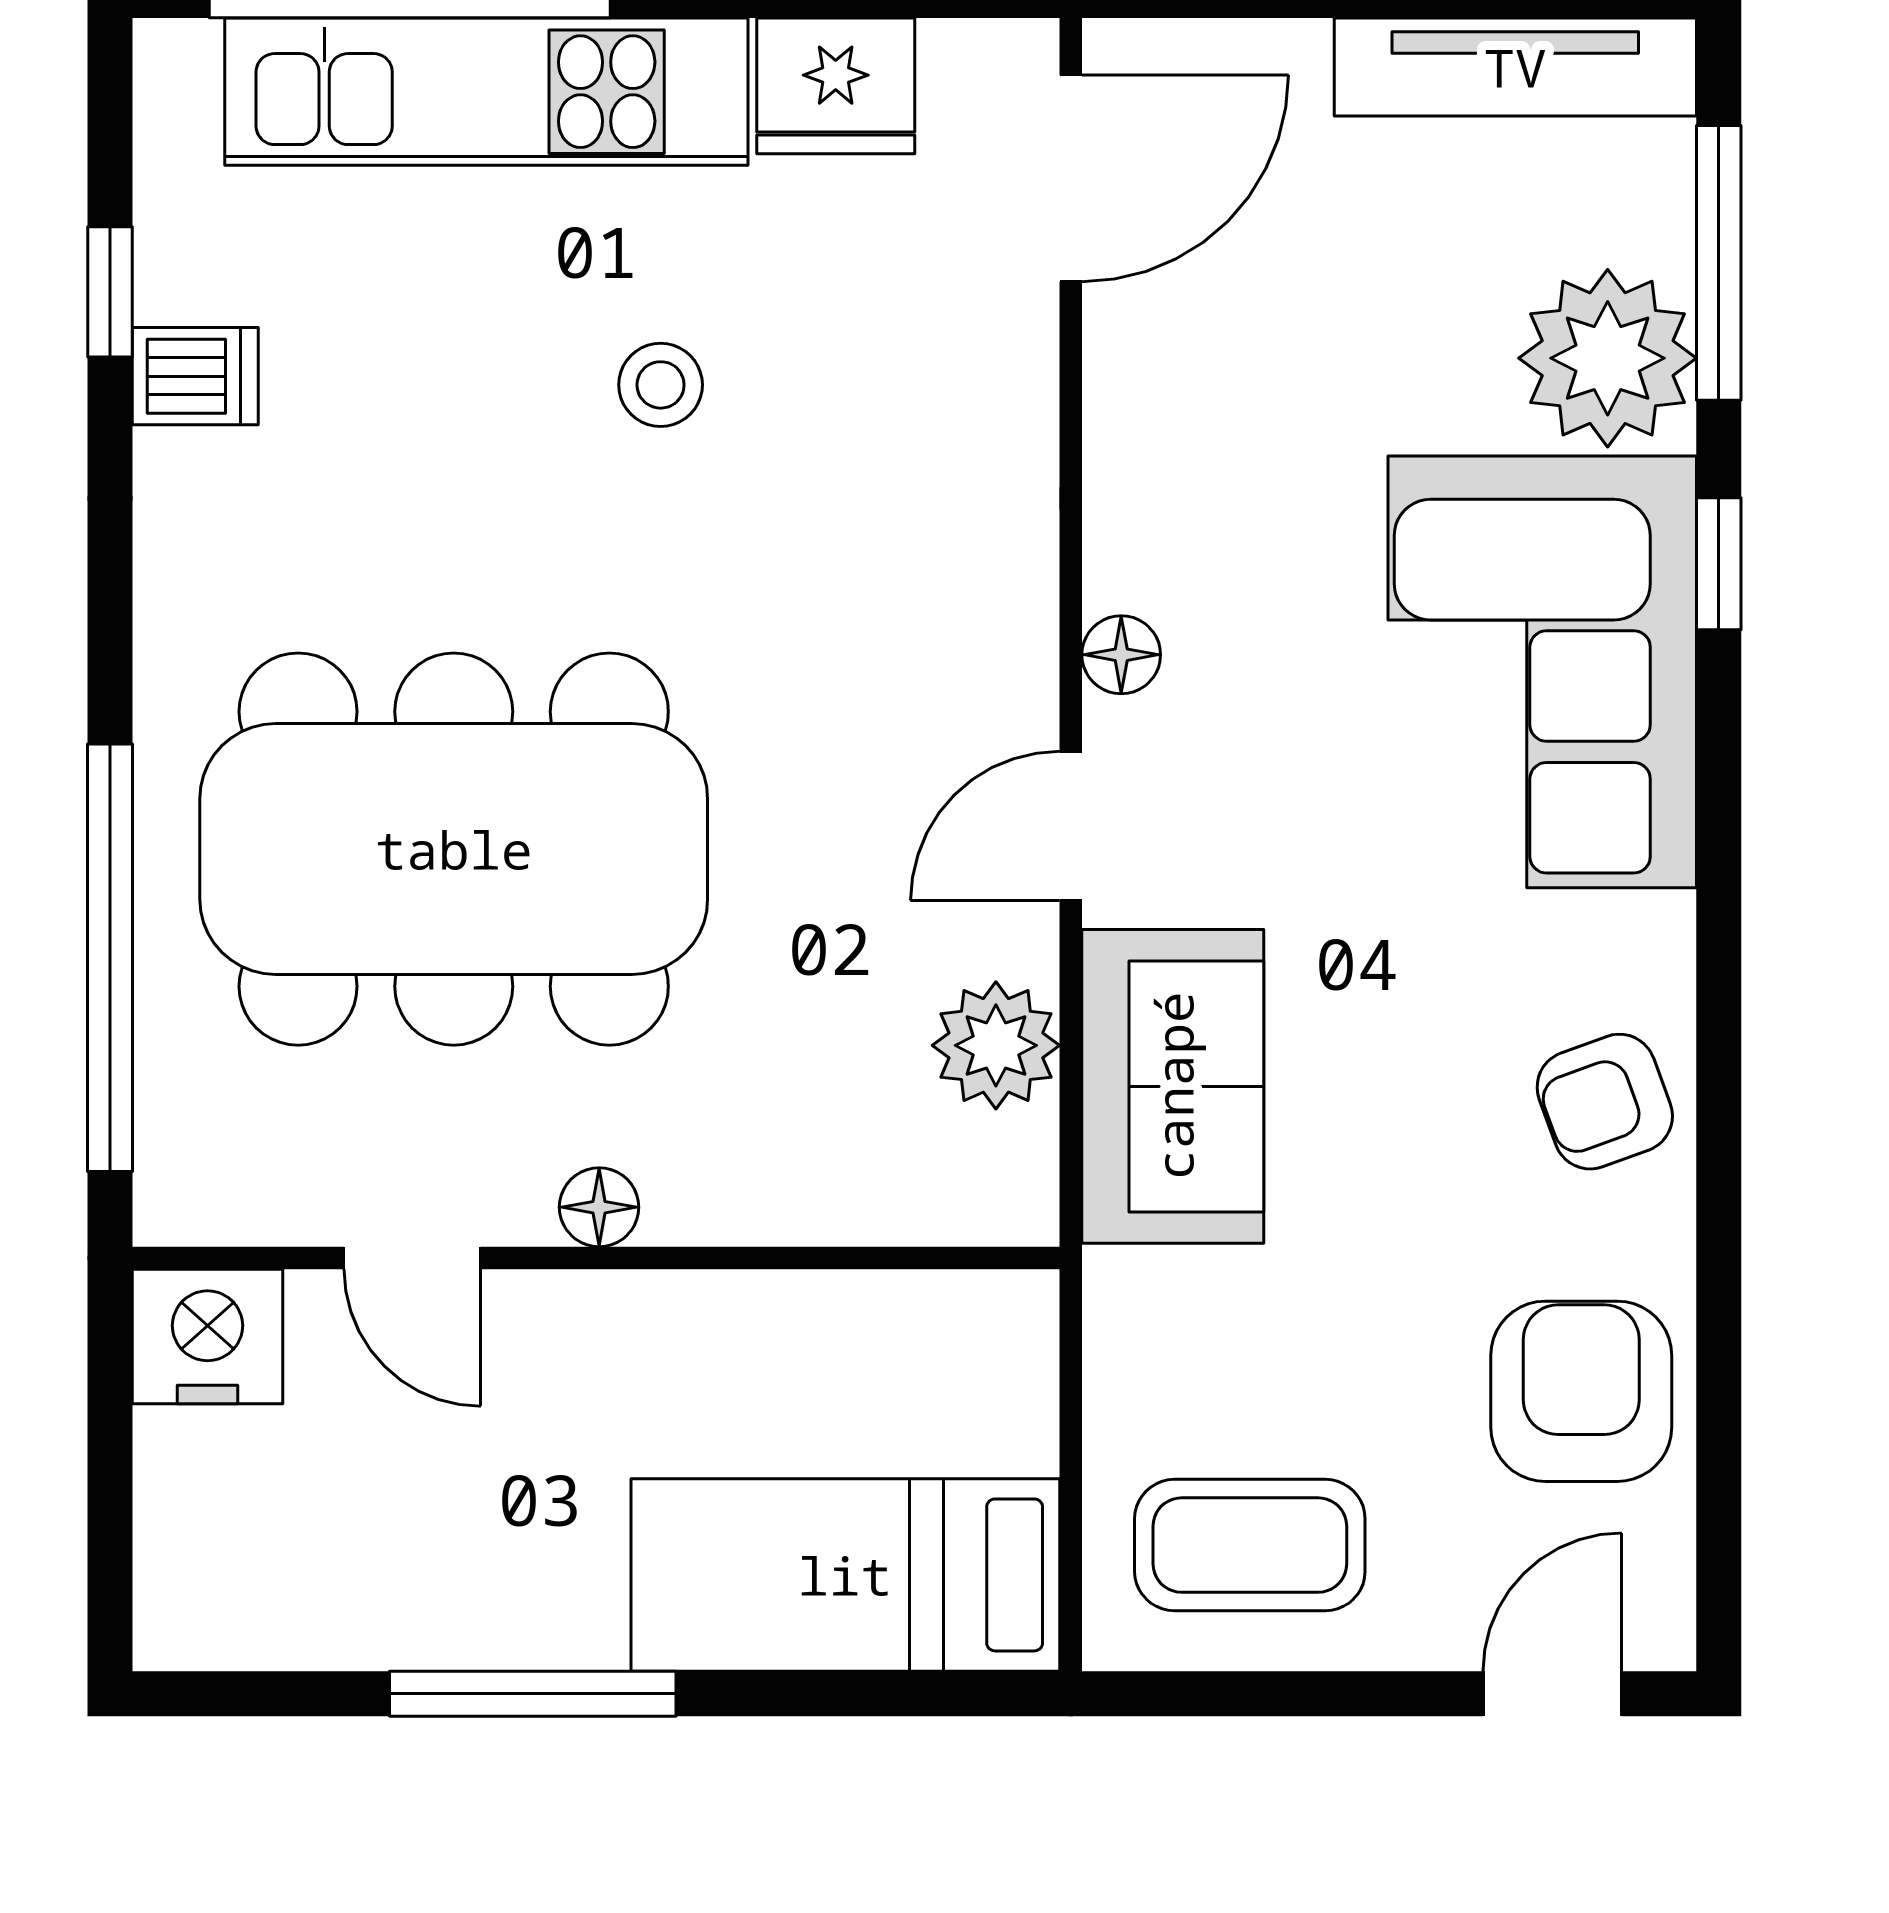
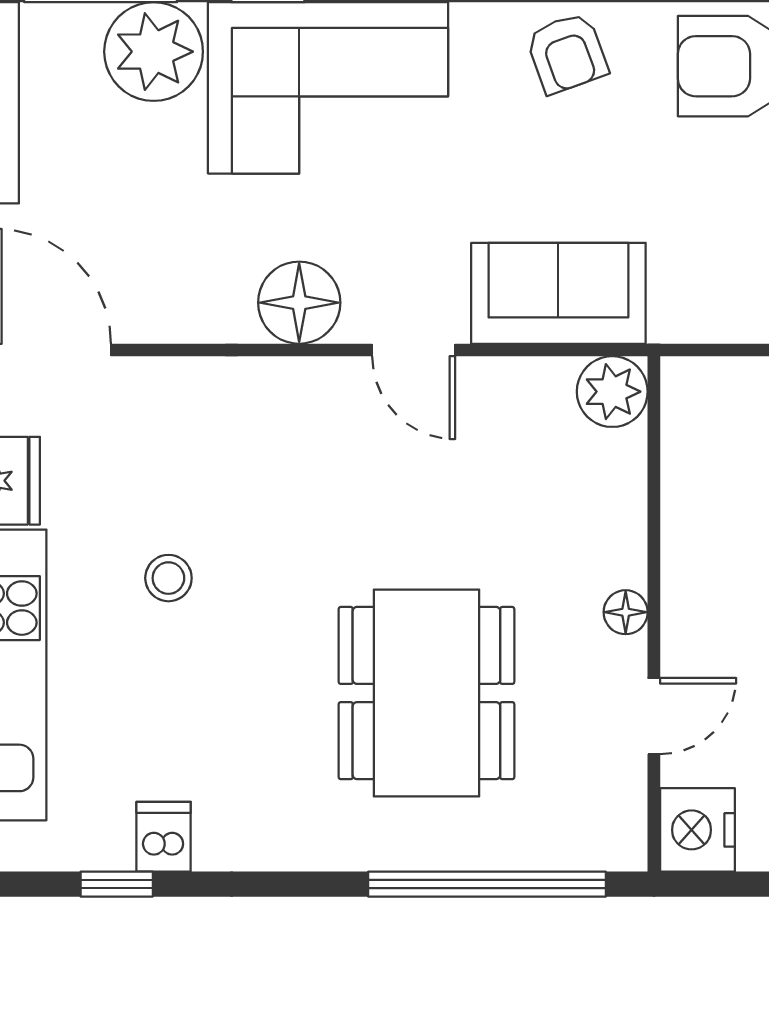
floor lamp: (1121, 655) -> (299, 303), width x1.89, depth x1.89
dining table: (454, 849) -> (426, 693), width x0.73, depth x0.80
plant: (996, 1045) -> (612, 392), moved

